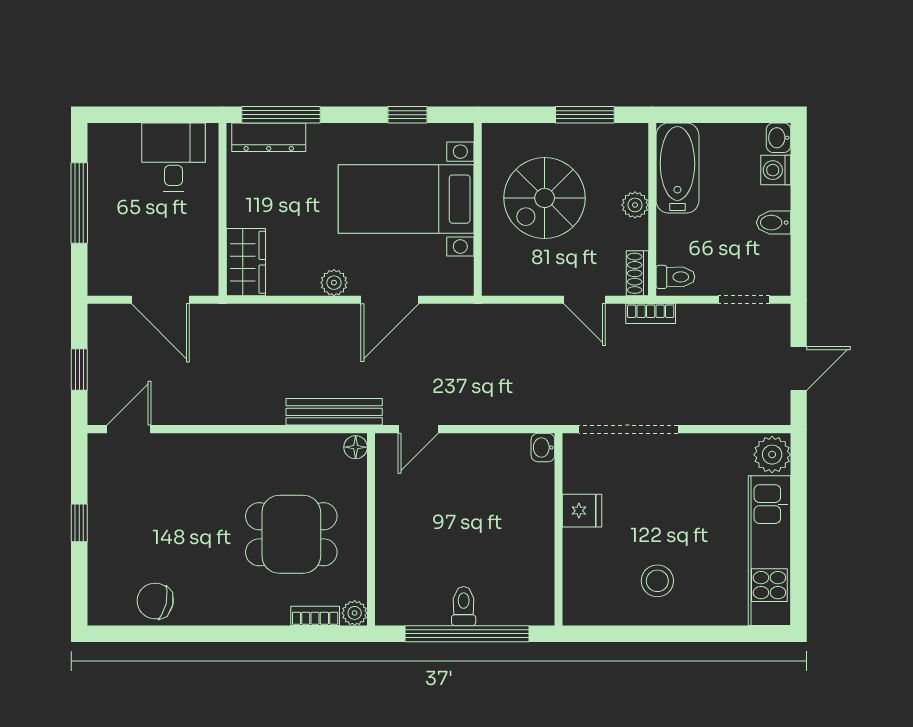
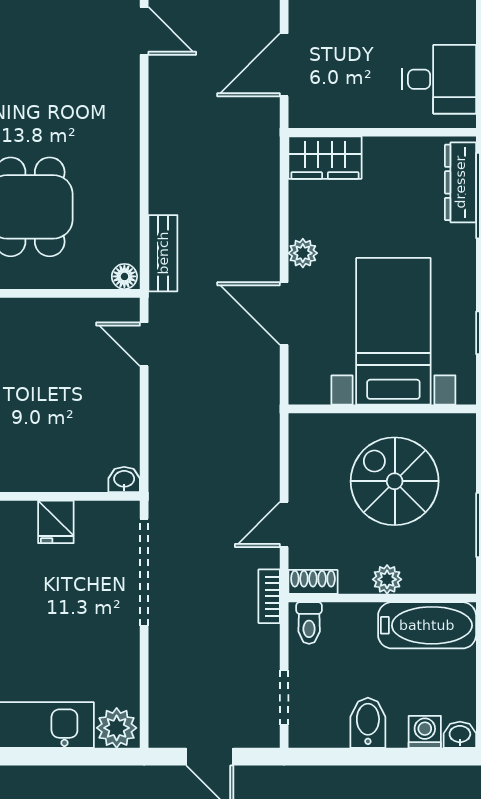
bidet: (773, 223) -> (368, 723), width x1.38, depth x1.36
bench: (334, 412) -> (163, 253), width x0.73

